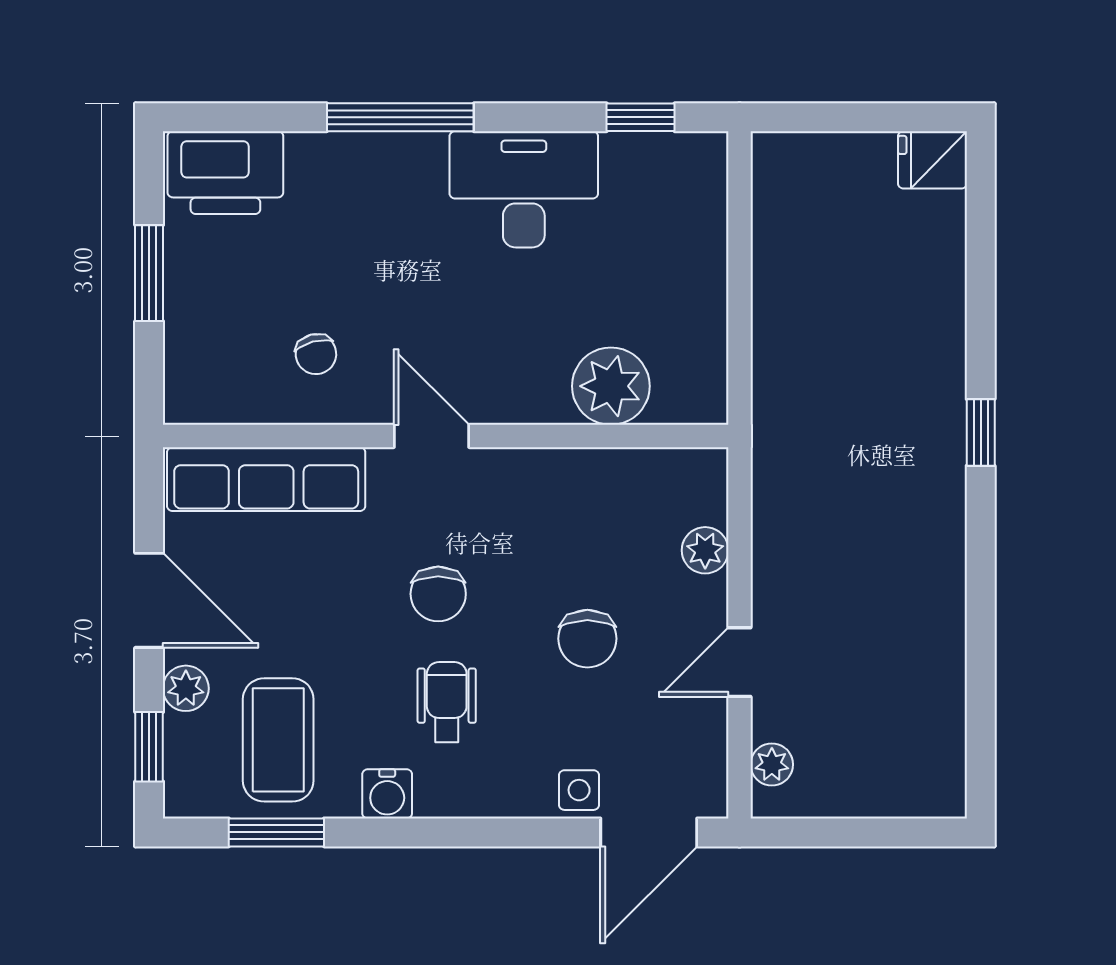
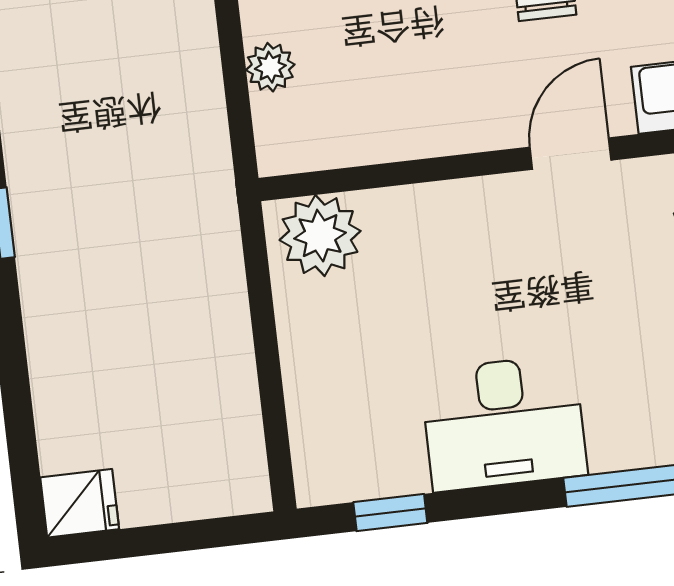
plant: (611, 386) -> (320, 236), moved
door: (432, 436) -> (570, 154), swing flipped

